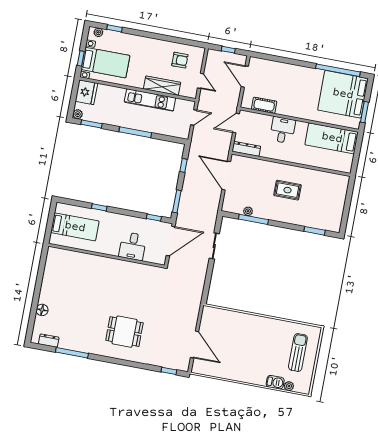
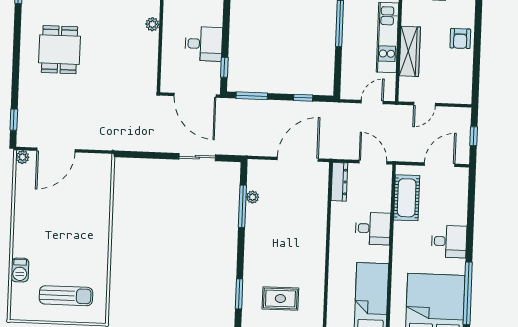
armchair: (180, 60) -> (460, 38), moved
desk: (300, 78) -> (449, 241), added
cot: (264, 105) -> (407, 198), width x1.37, depth x1.34
door: (194, 117) -> (372, 102), swing flipped
rug: (287, 190) -> (280, 299), moved, turned 90
desk: (133, 246) -> (204, 44), moved, turned 180
plant: (116, 264) -> (152, 24), added
plant: (289, 386) -> (22, 157), moved

